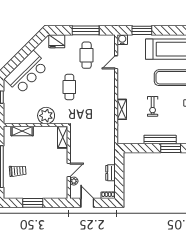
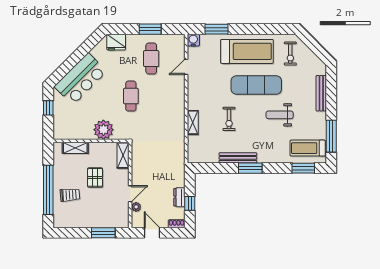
window: (86, 30) -> (150, 29), width x0.69
pallet: (39, 156) -> (95, 177), added
window: (119, 178) -> (190, 203), added
window: (33, 203) -> (103, 233), moved

